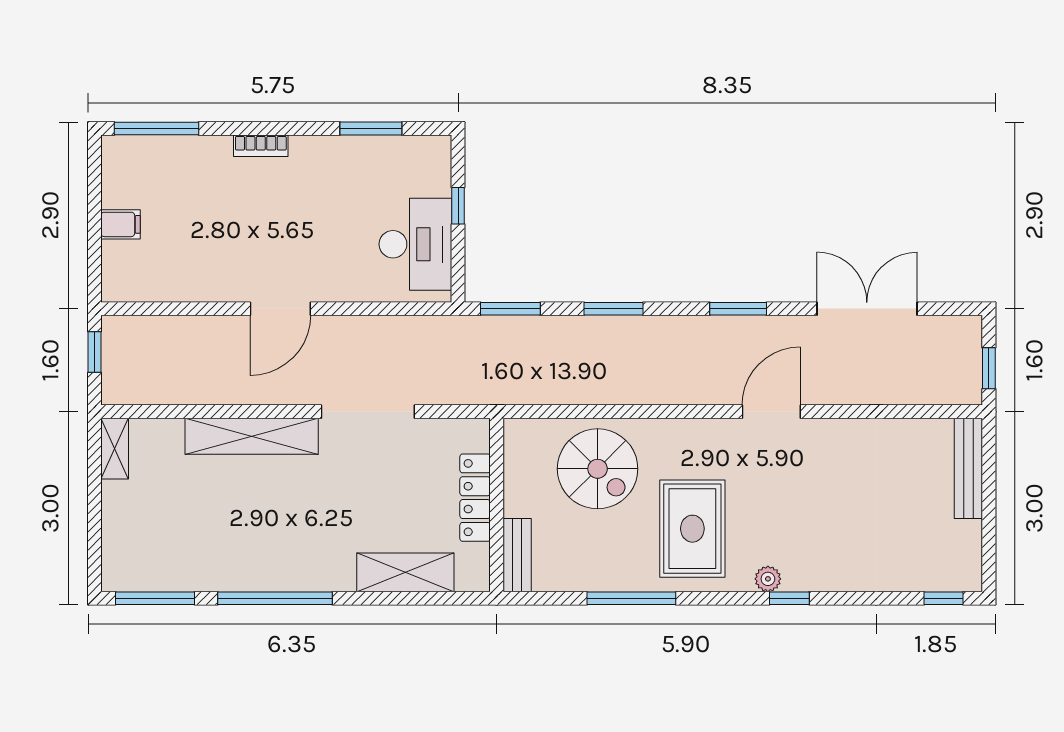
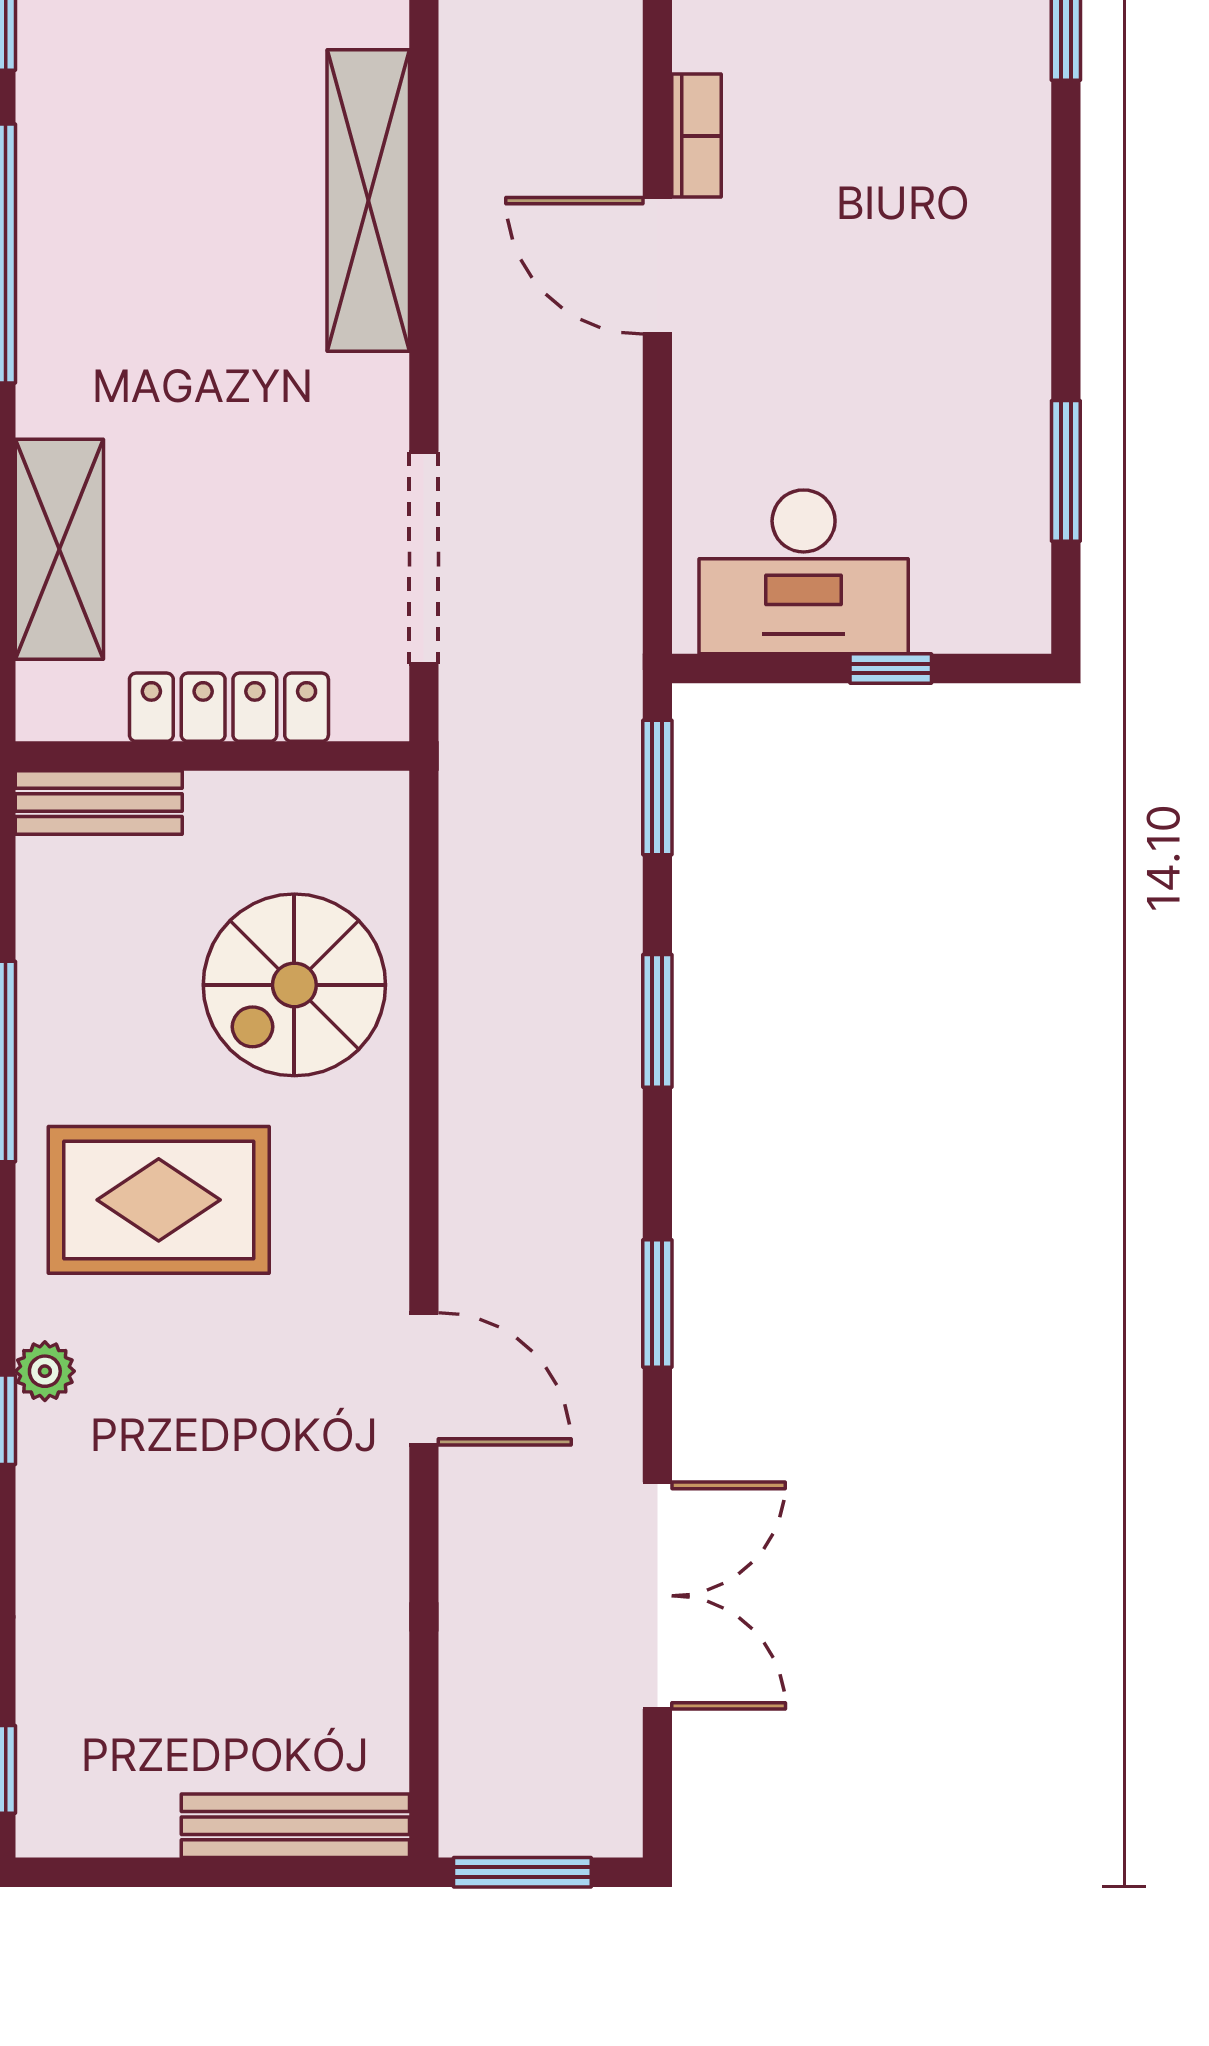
bookcase: (261, 146) -> (697, 136), moved, turned 180
window: (989, 368) -> (522, 1872), width x1.50
doorway: (368, 412) -> (424, 558), moved

